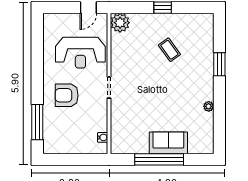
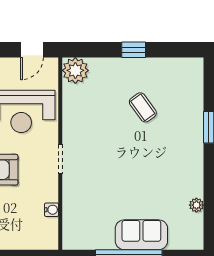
plant: (209, 106) -> (196, 205), moved
water cooler: (103, 137) -> (52, 210), moved

